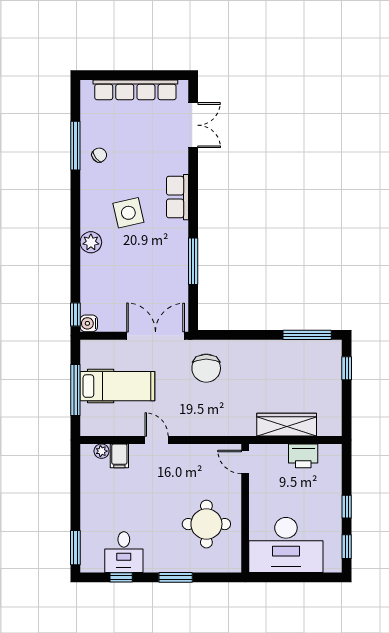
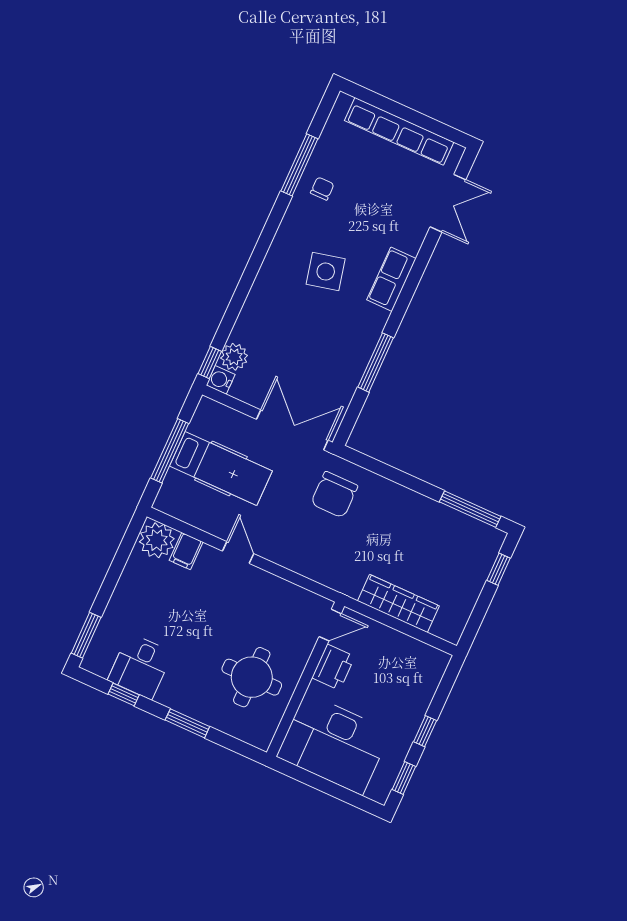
chair: (99, 155) -> (322, 189), turned -52
plant: (91, 242) -> (234, 357), moved
plant: (101, 451) -> (157, 540), width x1.88, depth x1.88
printer: (303, 456) -> (333, 667), moved, turned -90
door: (245, 462) -> (330, 625), swing flipped

